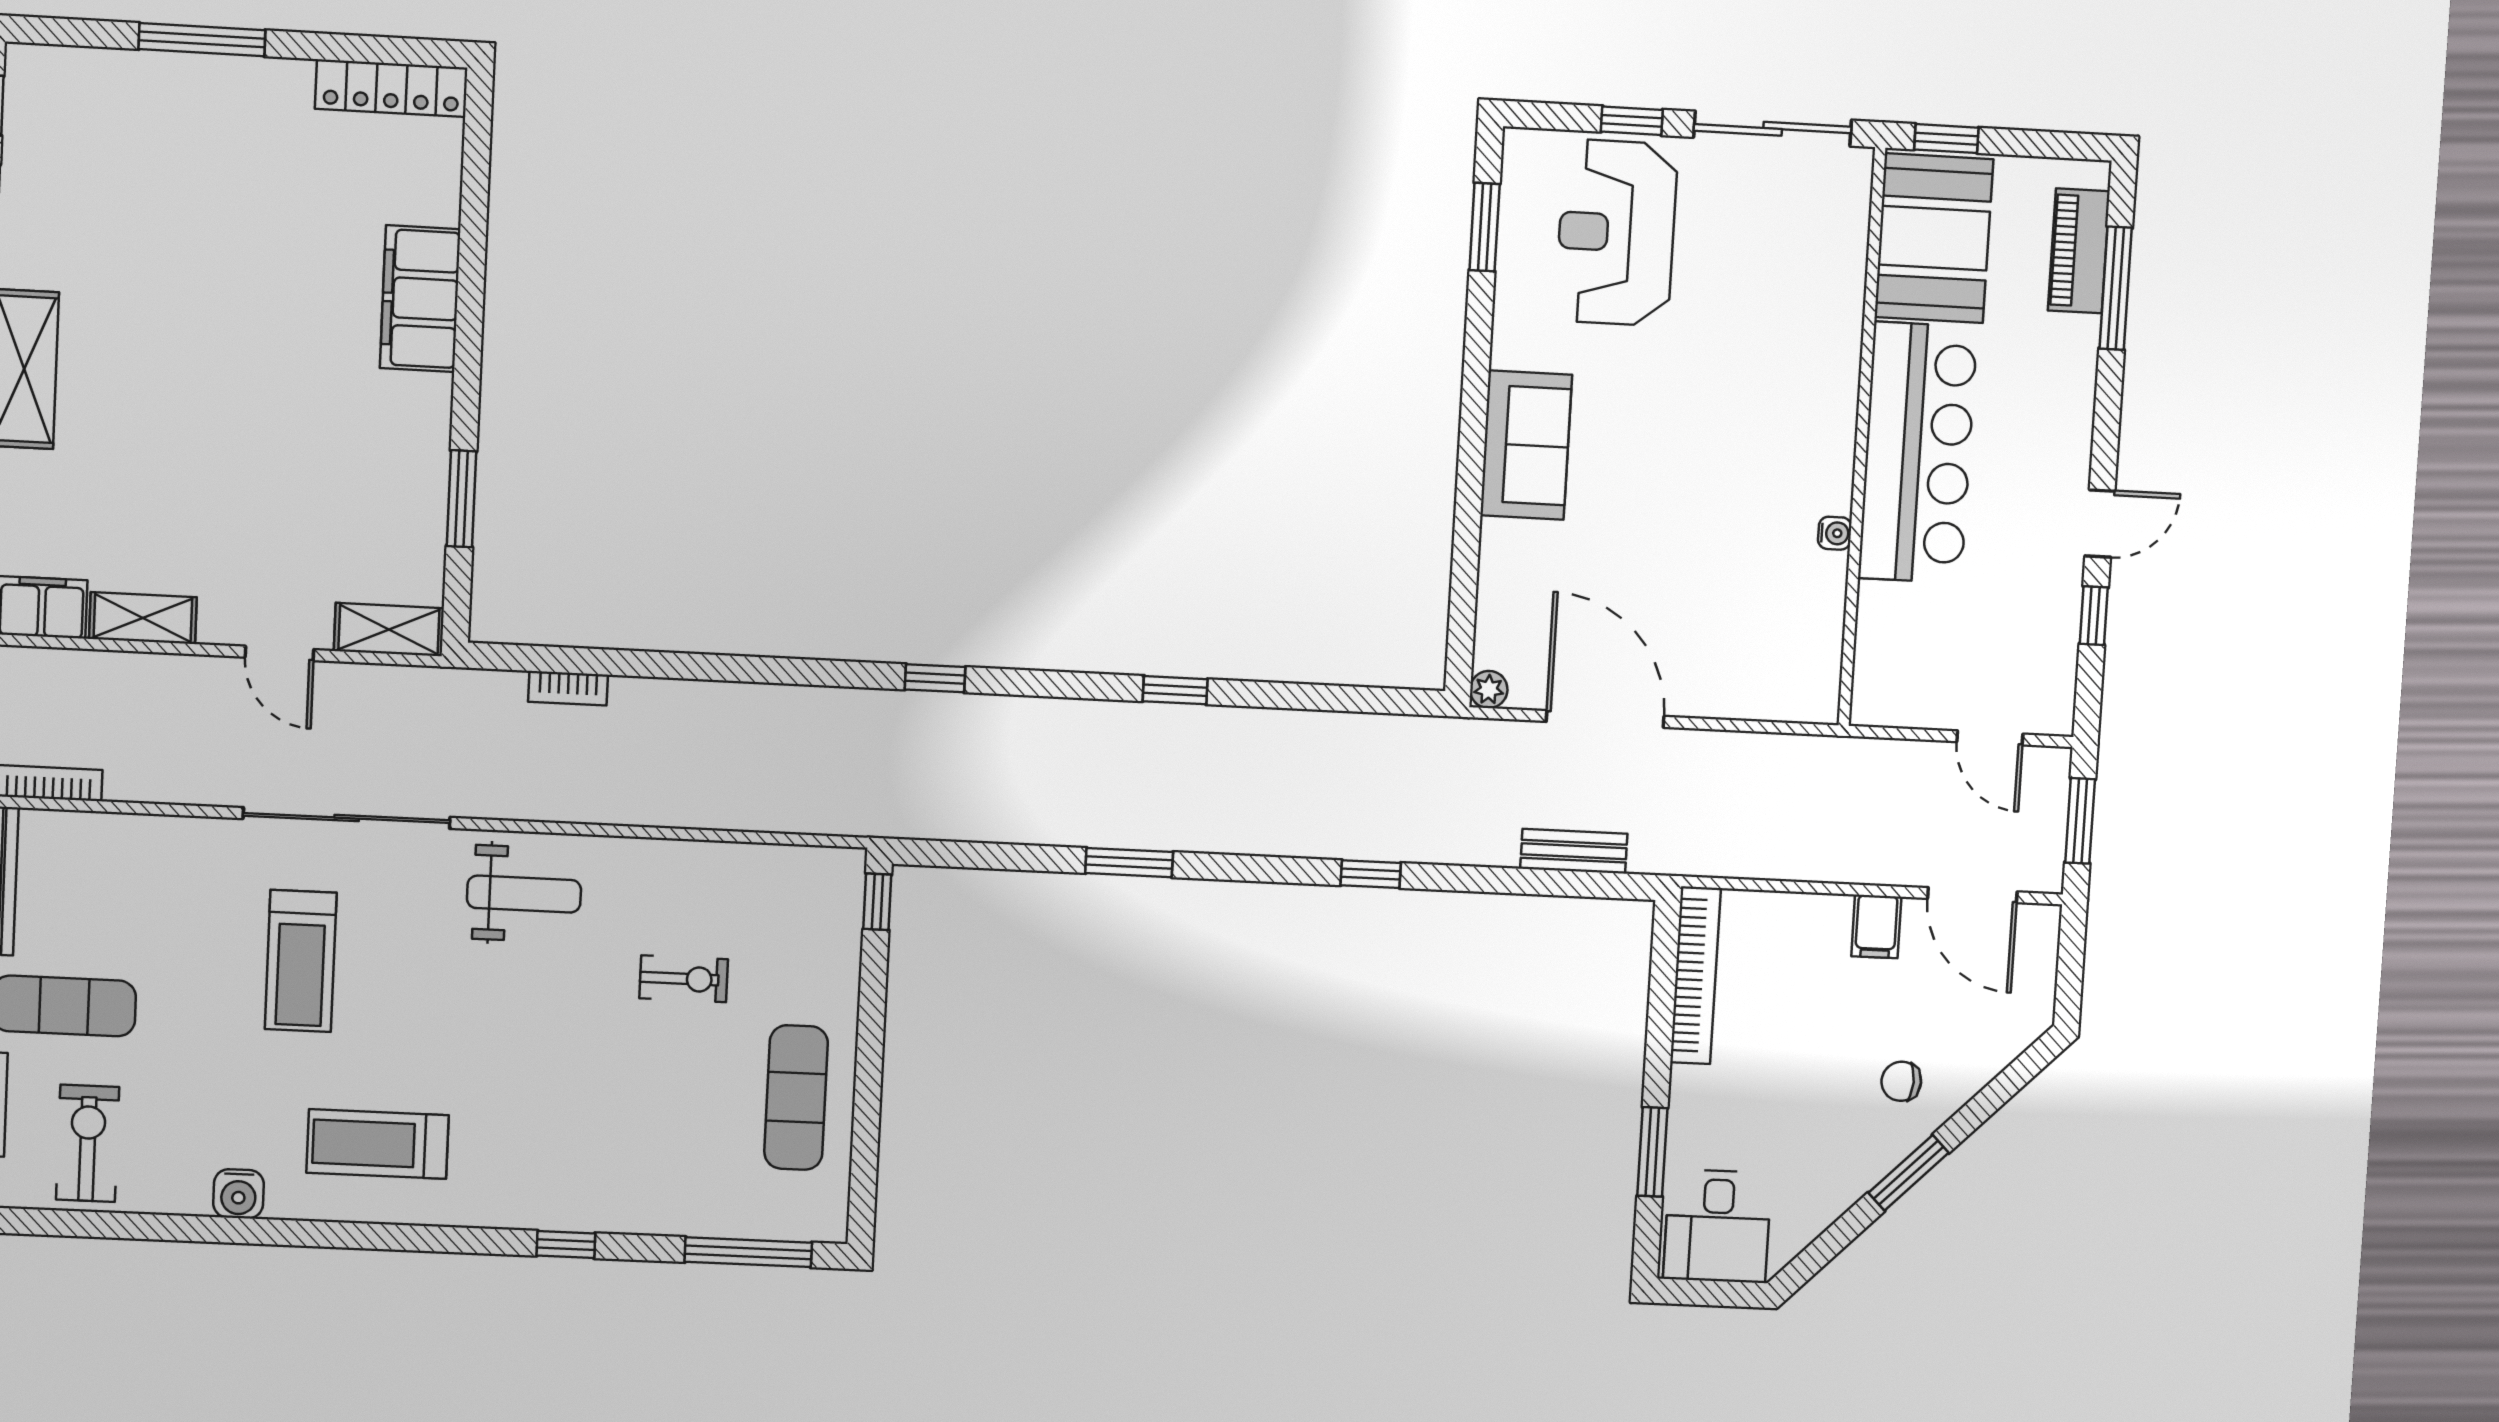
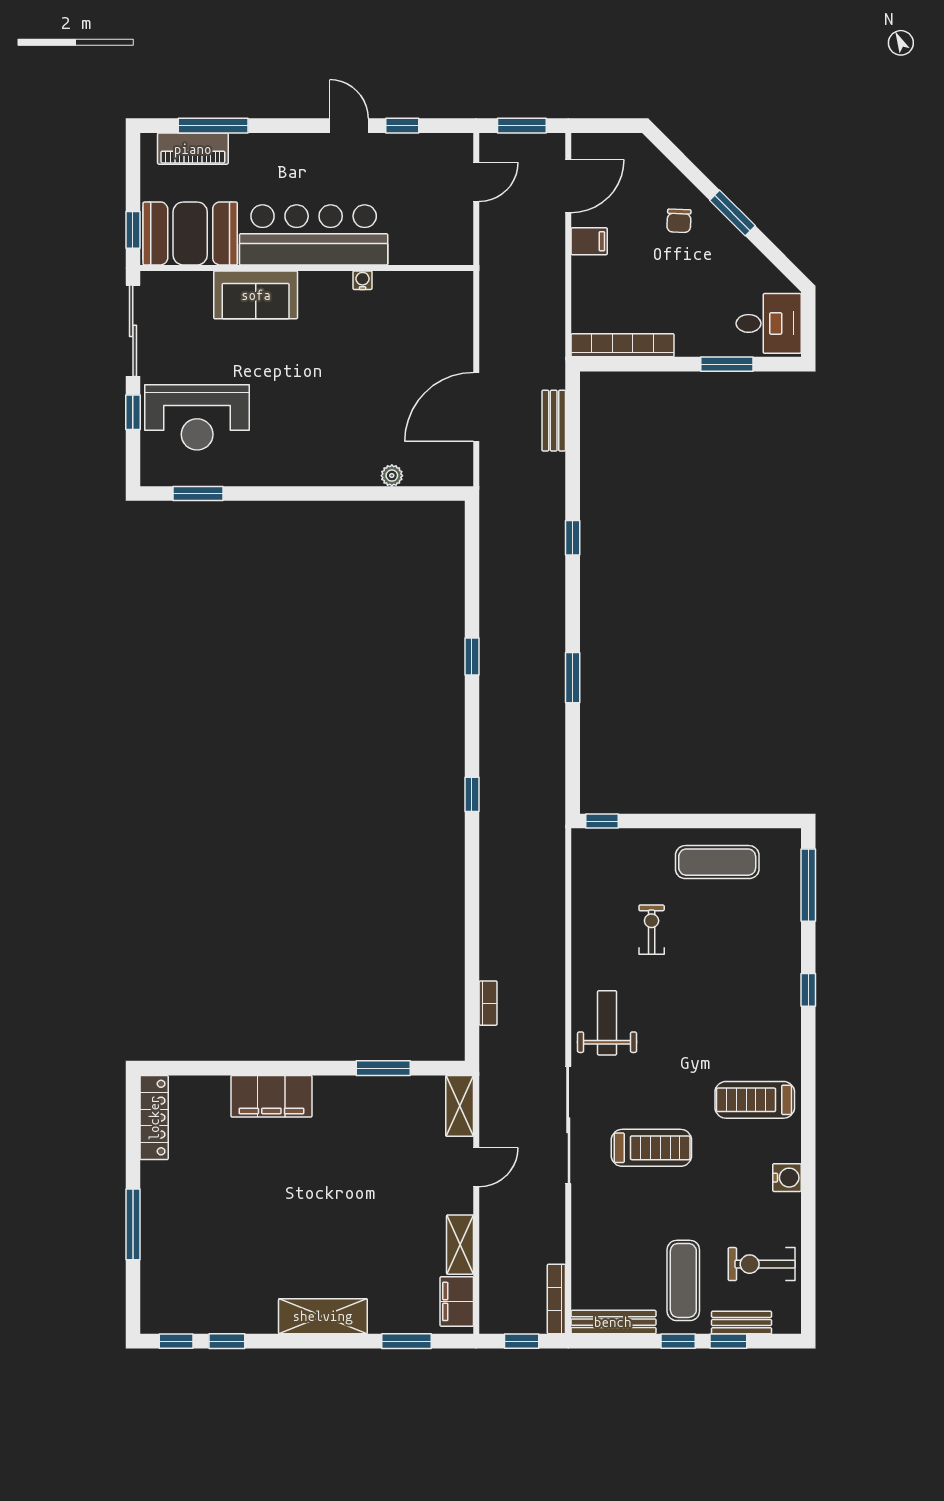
sofa: (1526, 445) -> (256, 295), moved, turned 180
plant: (1489, 689) -> (392, 476), moved
treadmill: (378, 1144) -> (755, 1100), turned 90

